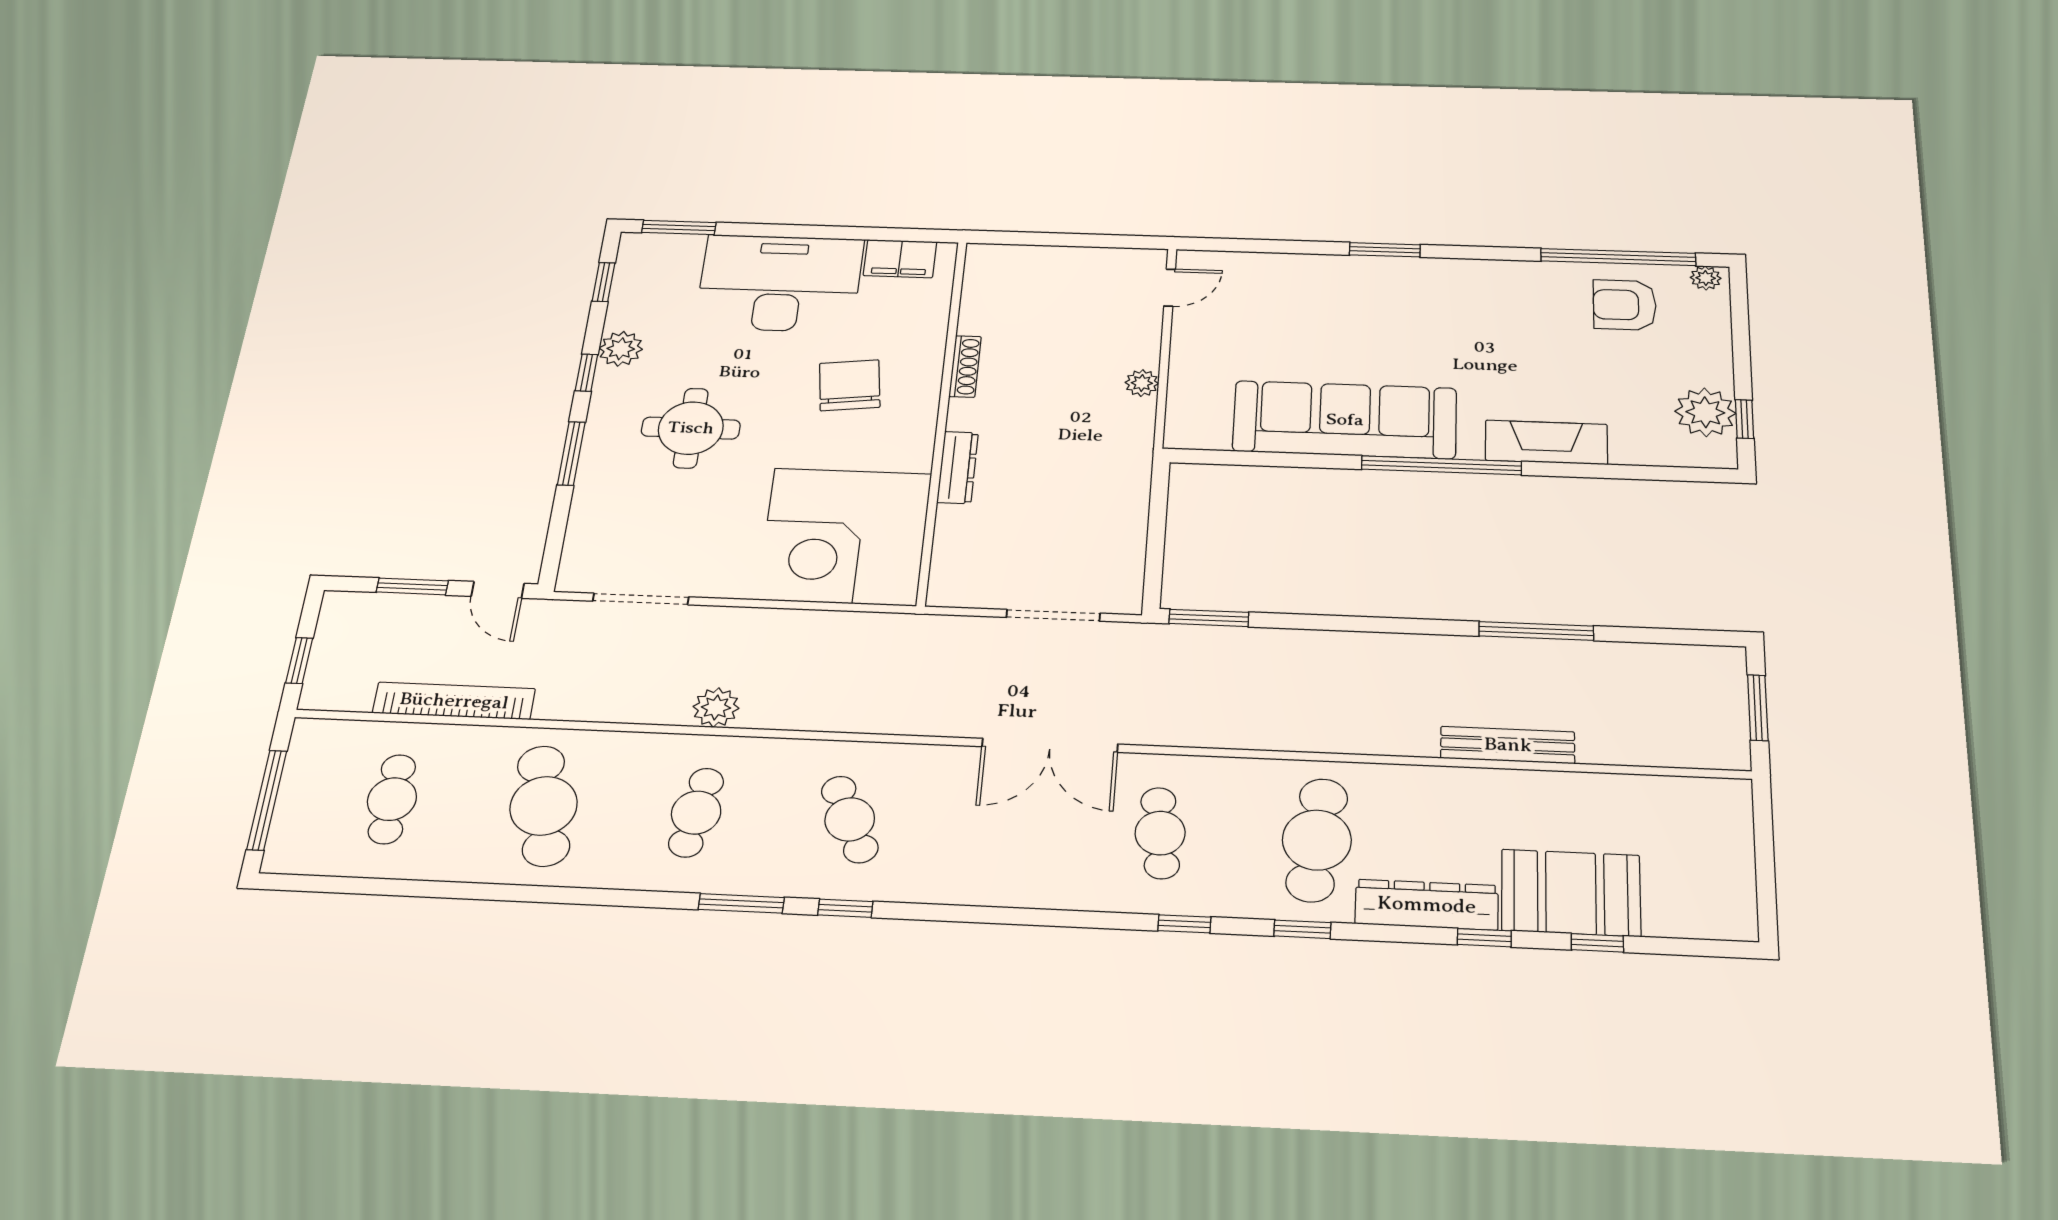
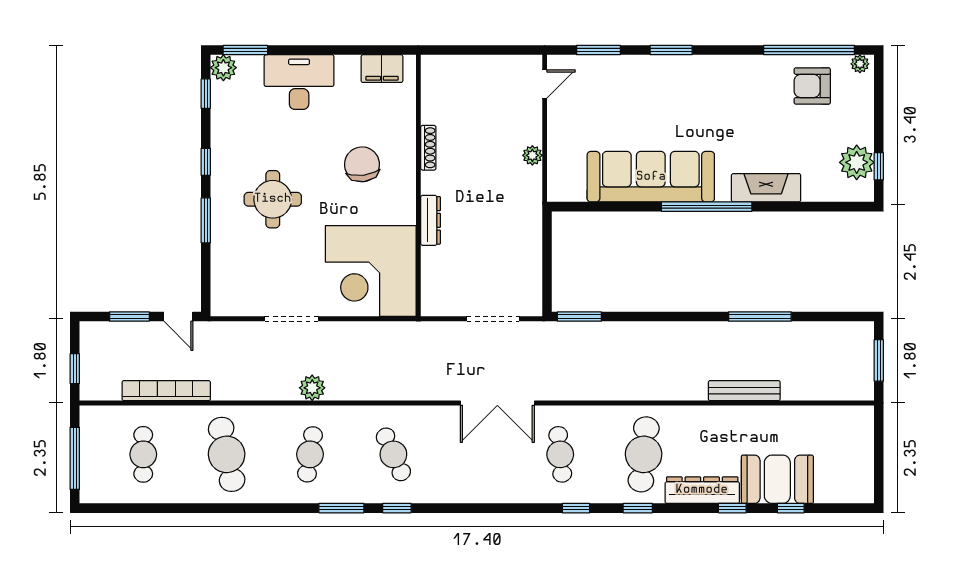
window: (1263, 246) -> (598, 50), added
desk: (780, 283) -> (299, 82), width x0.73, depth x0.77
plant: (621, 349) -> (223, 68), moved
doorway: (641, 599) -> (291, 319), moved

